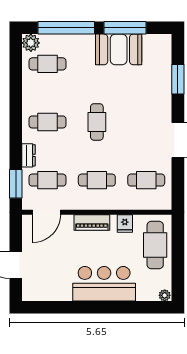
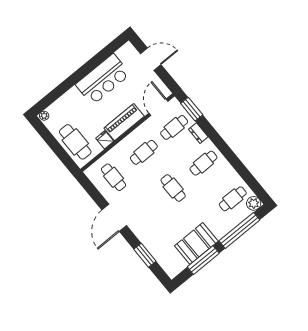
cafe table: (146, 180) -> (113, 177), turned 90
piano: (92, 223) -> (124, 122), width x1.37, depth x1.33
bar counter: (104, 284) -> (103, 79), moved

